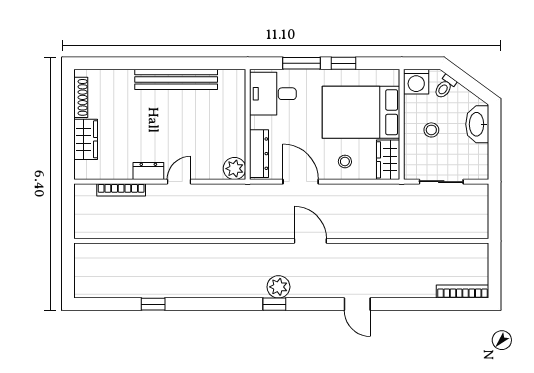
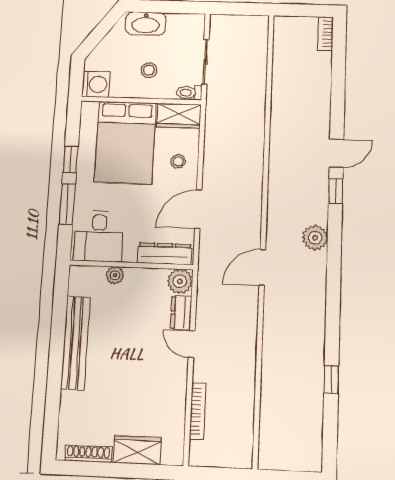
toilet: (445, 87) -> (189, 93), moved, turned 144
plant: (238, 110) -> (115, 275), added
dresser: (148, 171) -> (181, 313), moved
door: (310, 241) -> (262, 267), moved
bookcase: (462, 291) -> (326, 34), width x0.64
window: (274, 304) -> (336, 191), moved

